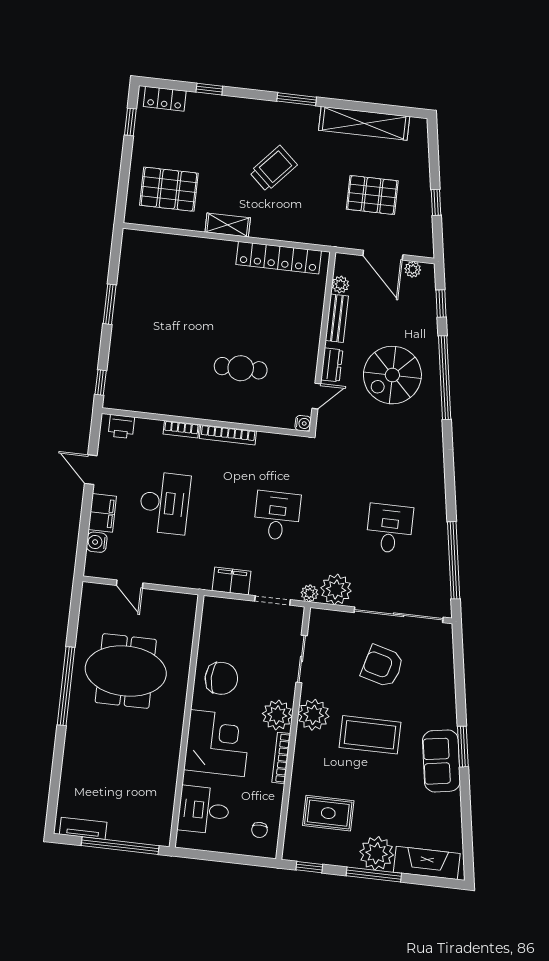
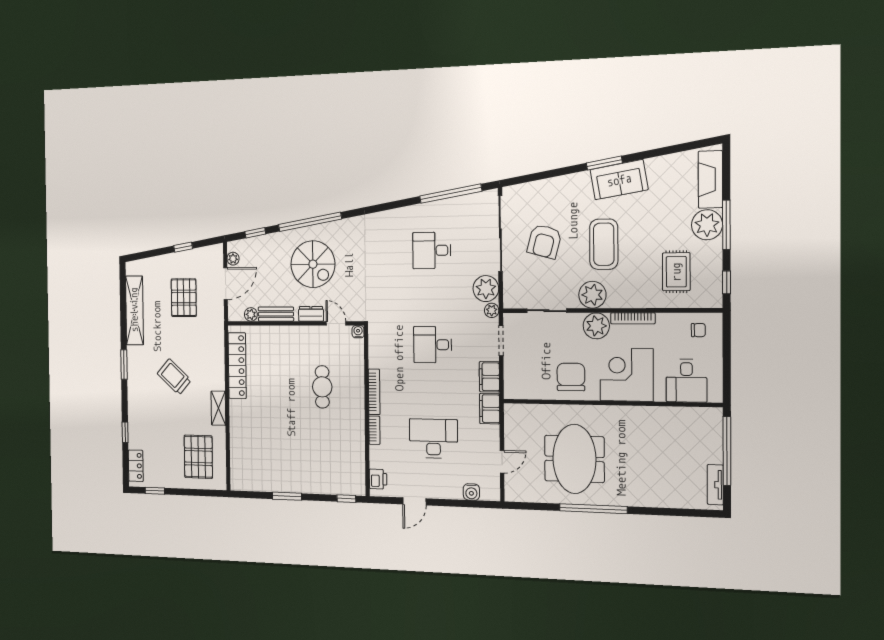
filing cabinet: (102, 513) -> (490, 409), moved, turned -90

